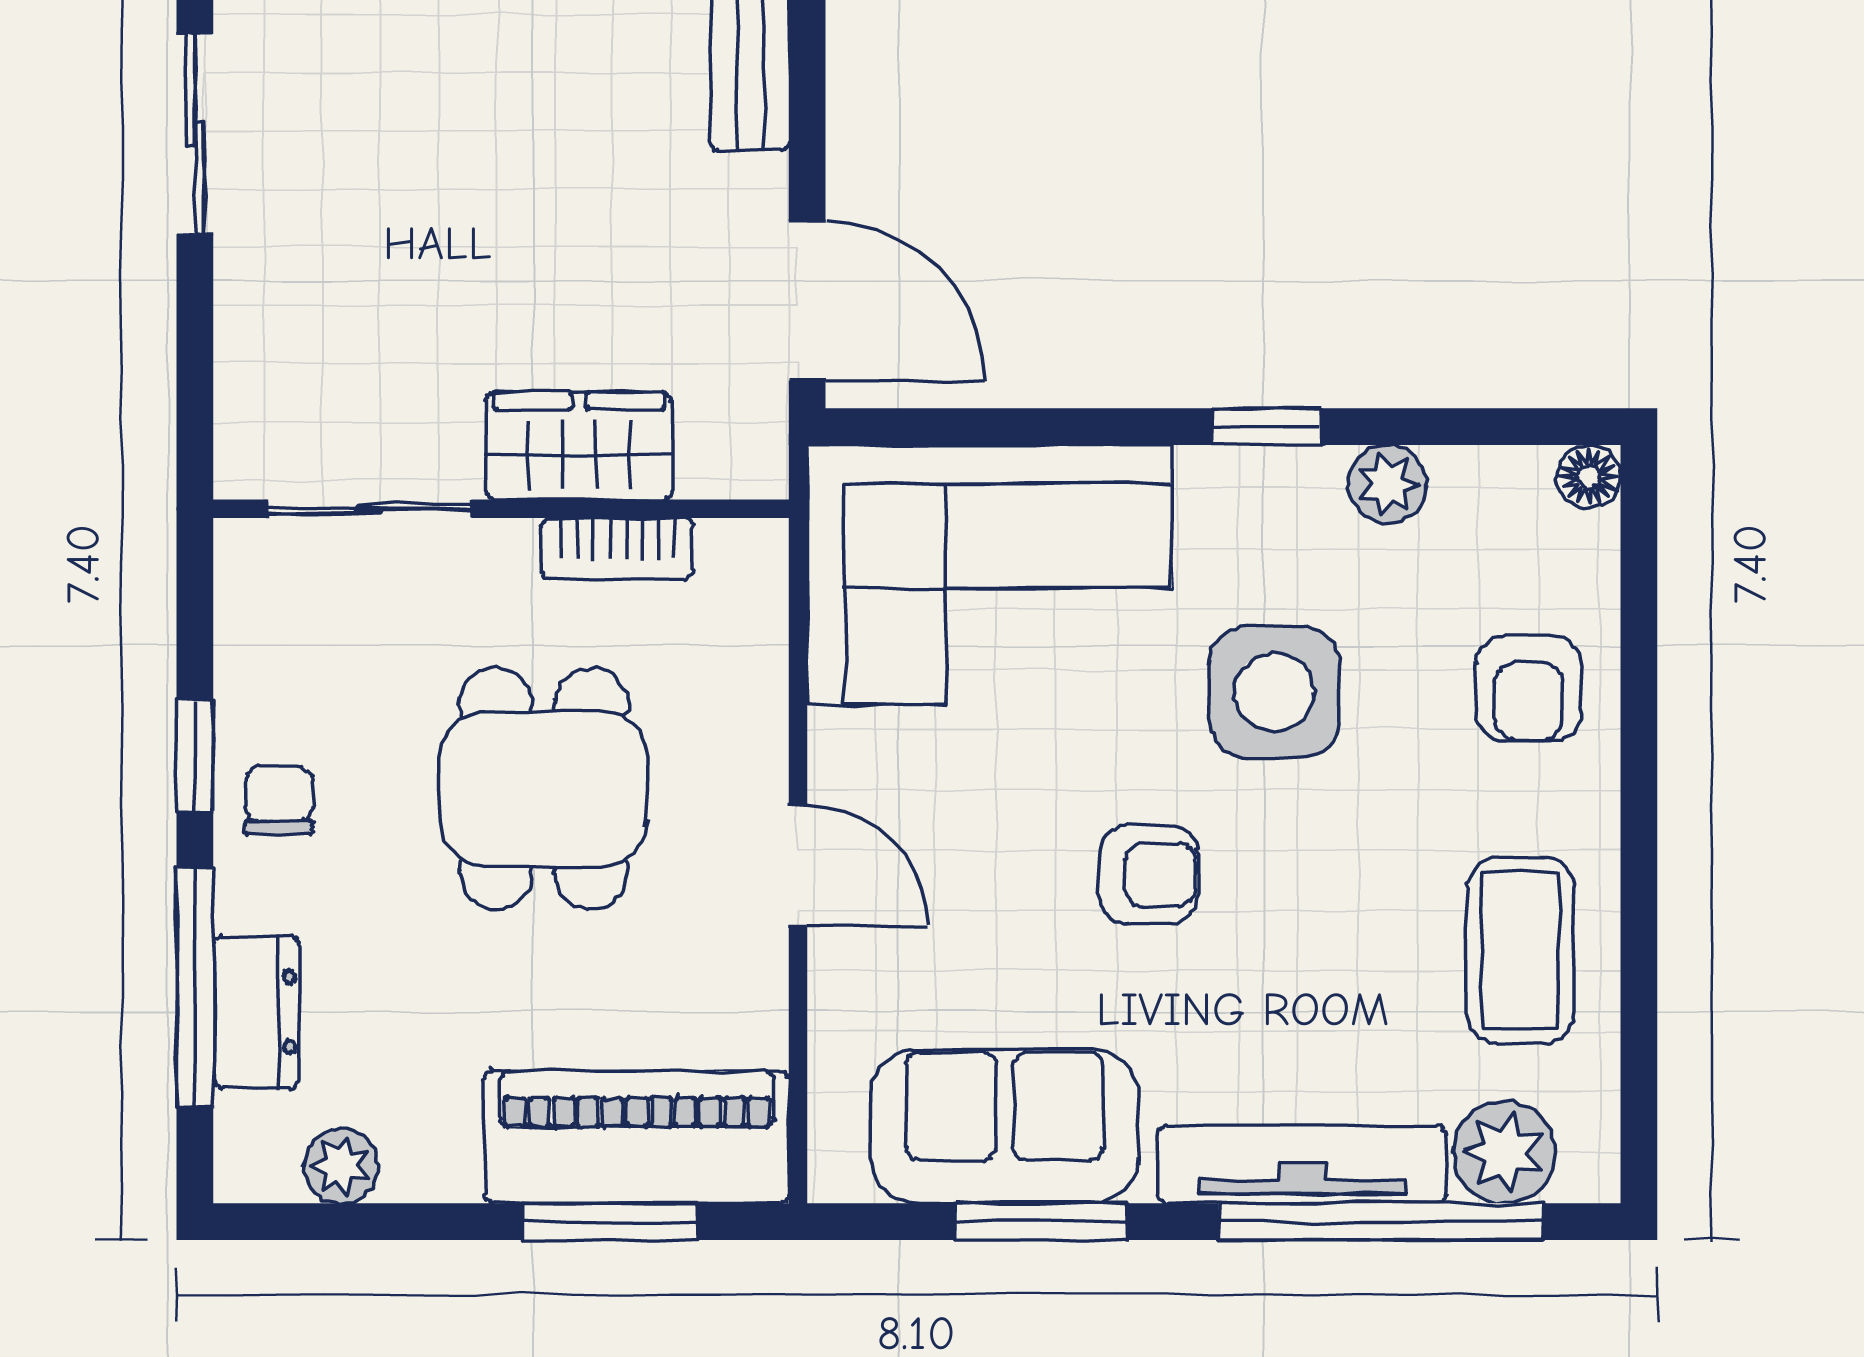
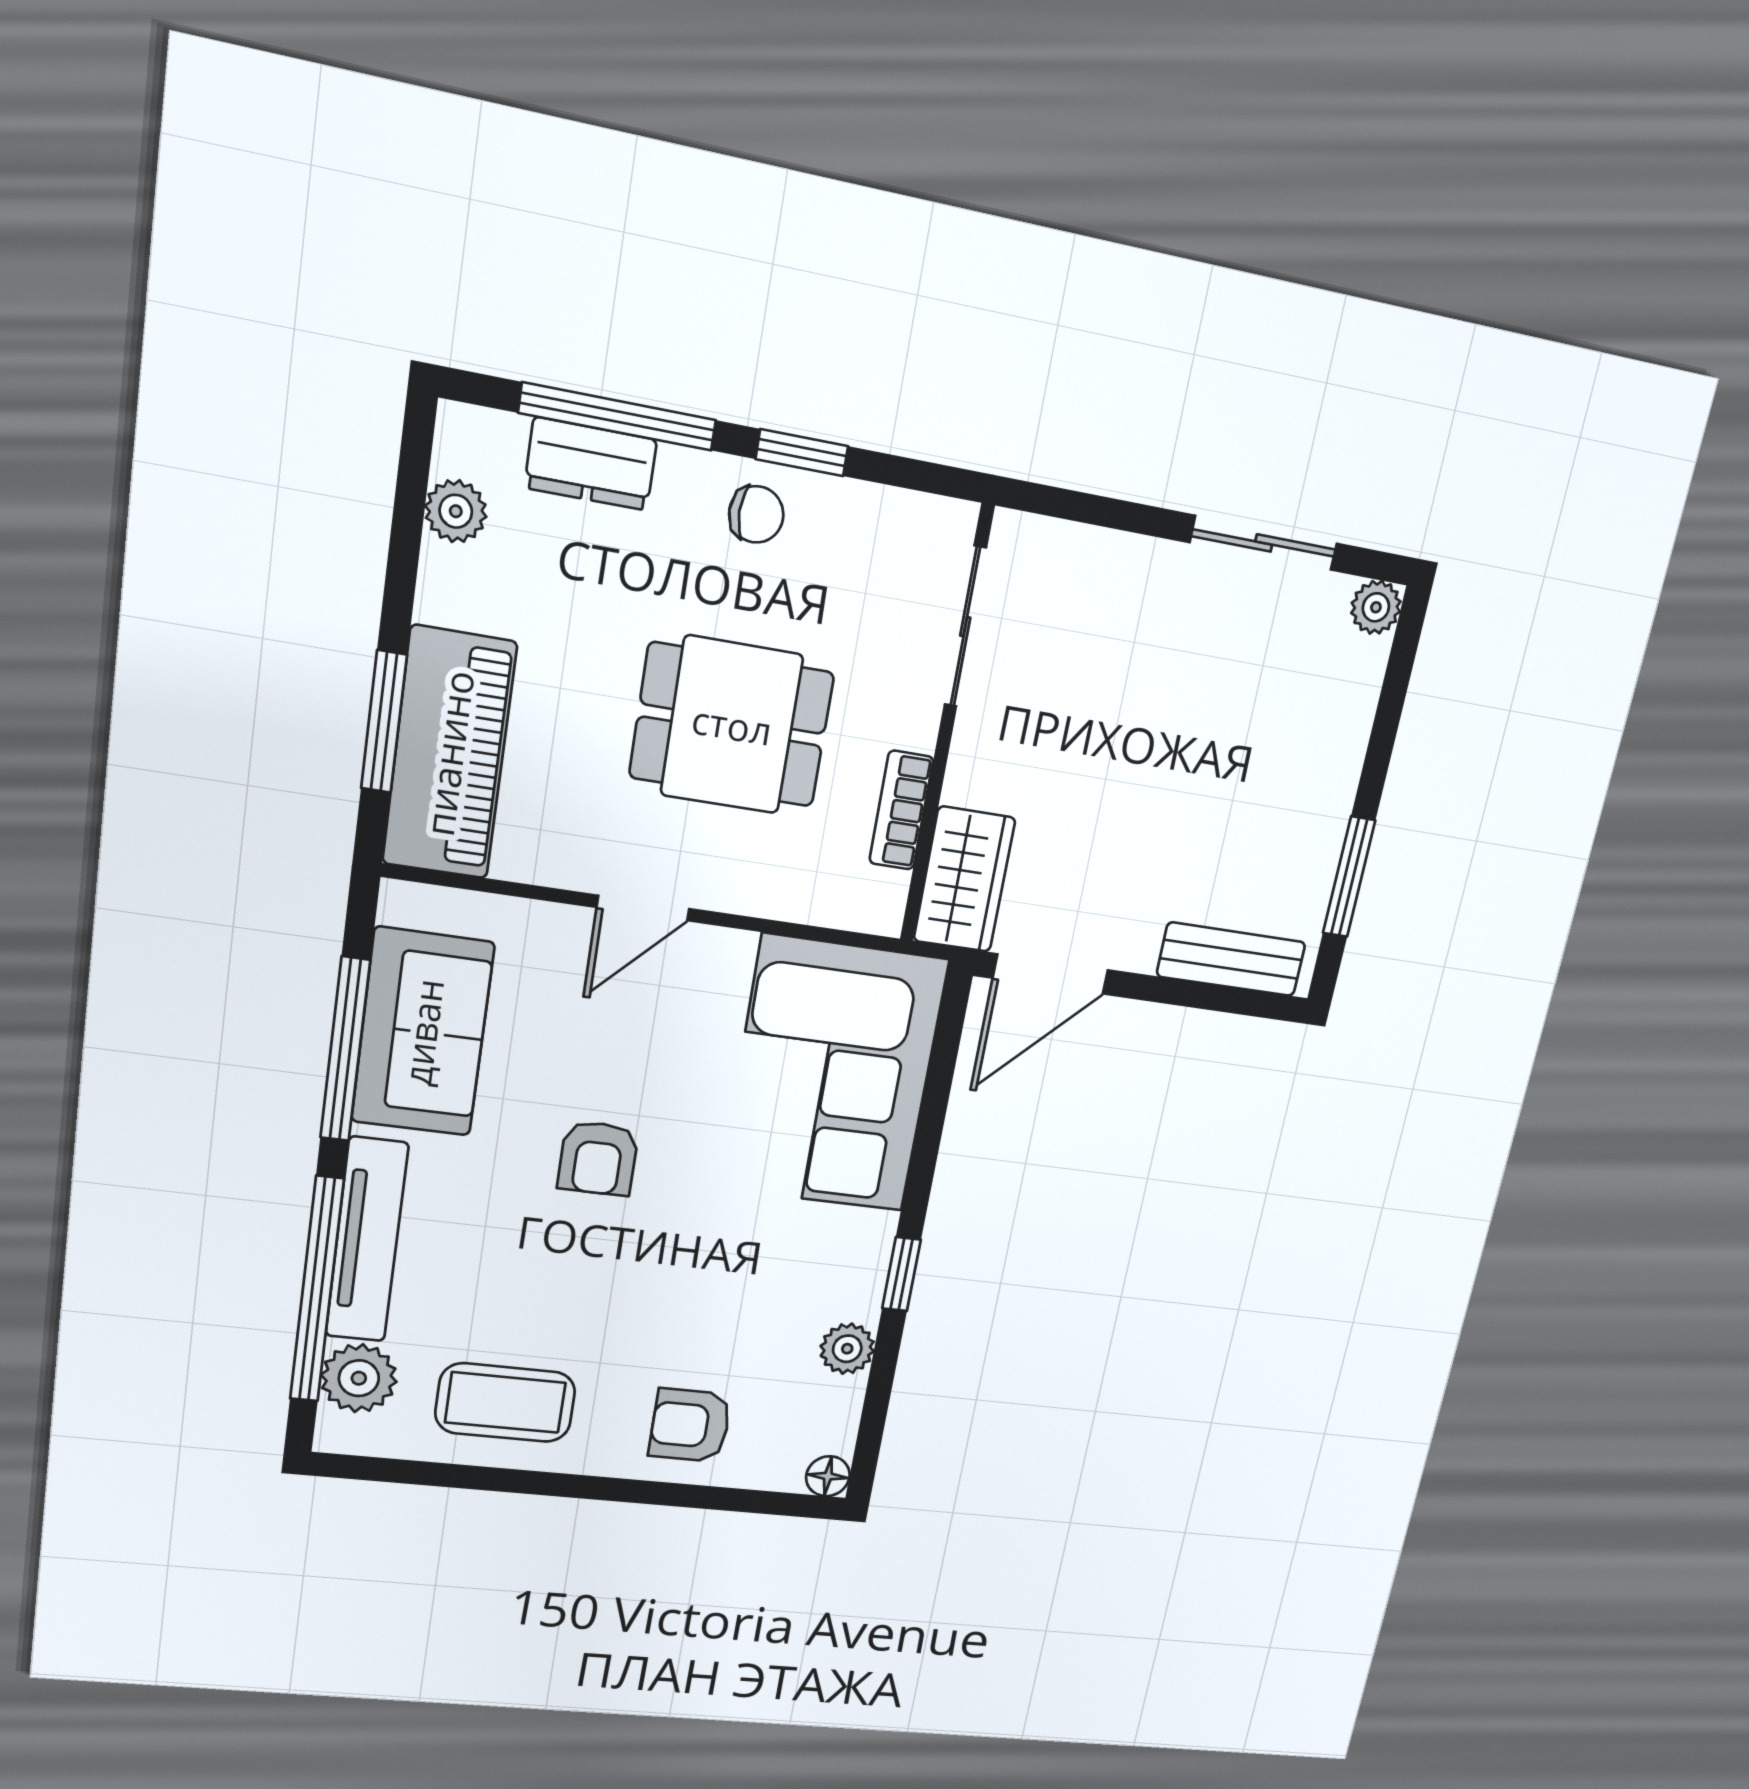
wardrobe: (579, 446) -> (964, 880), moved
side table: (1274, 692) -> (716, 1259), removed
window: (1041, 1222) -> (345, 1049), width x1.44

